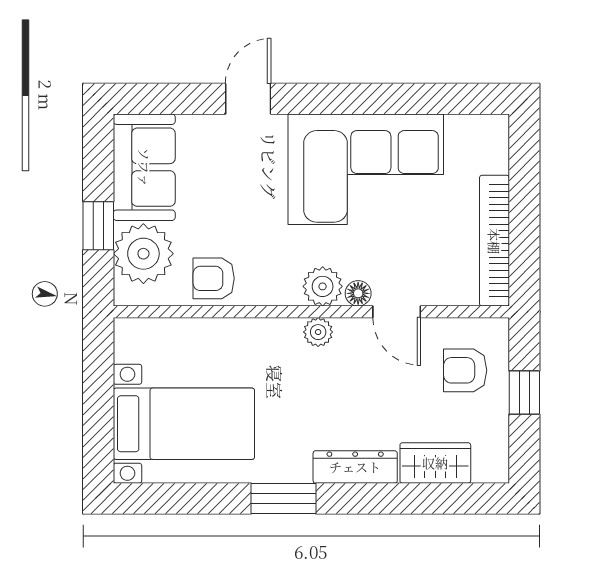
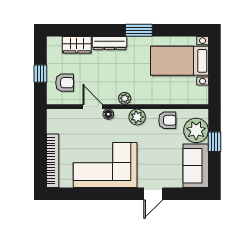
bookcase: (494, 241) -> (53, 161), moved
plant: (323, 286) -> (137, 117), moved

